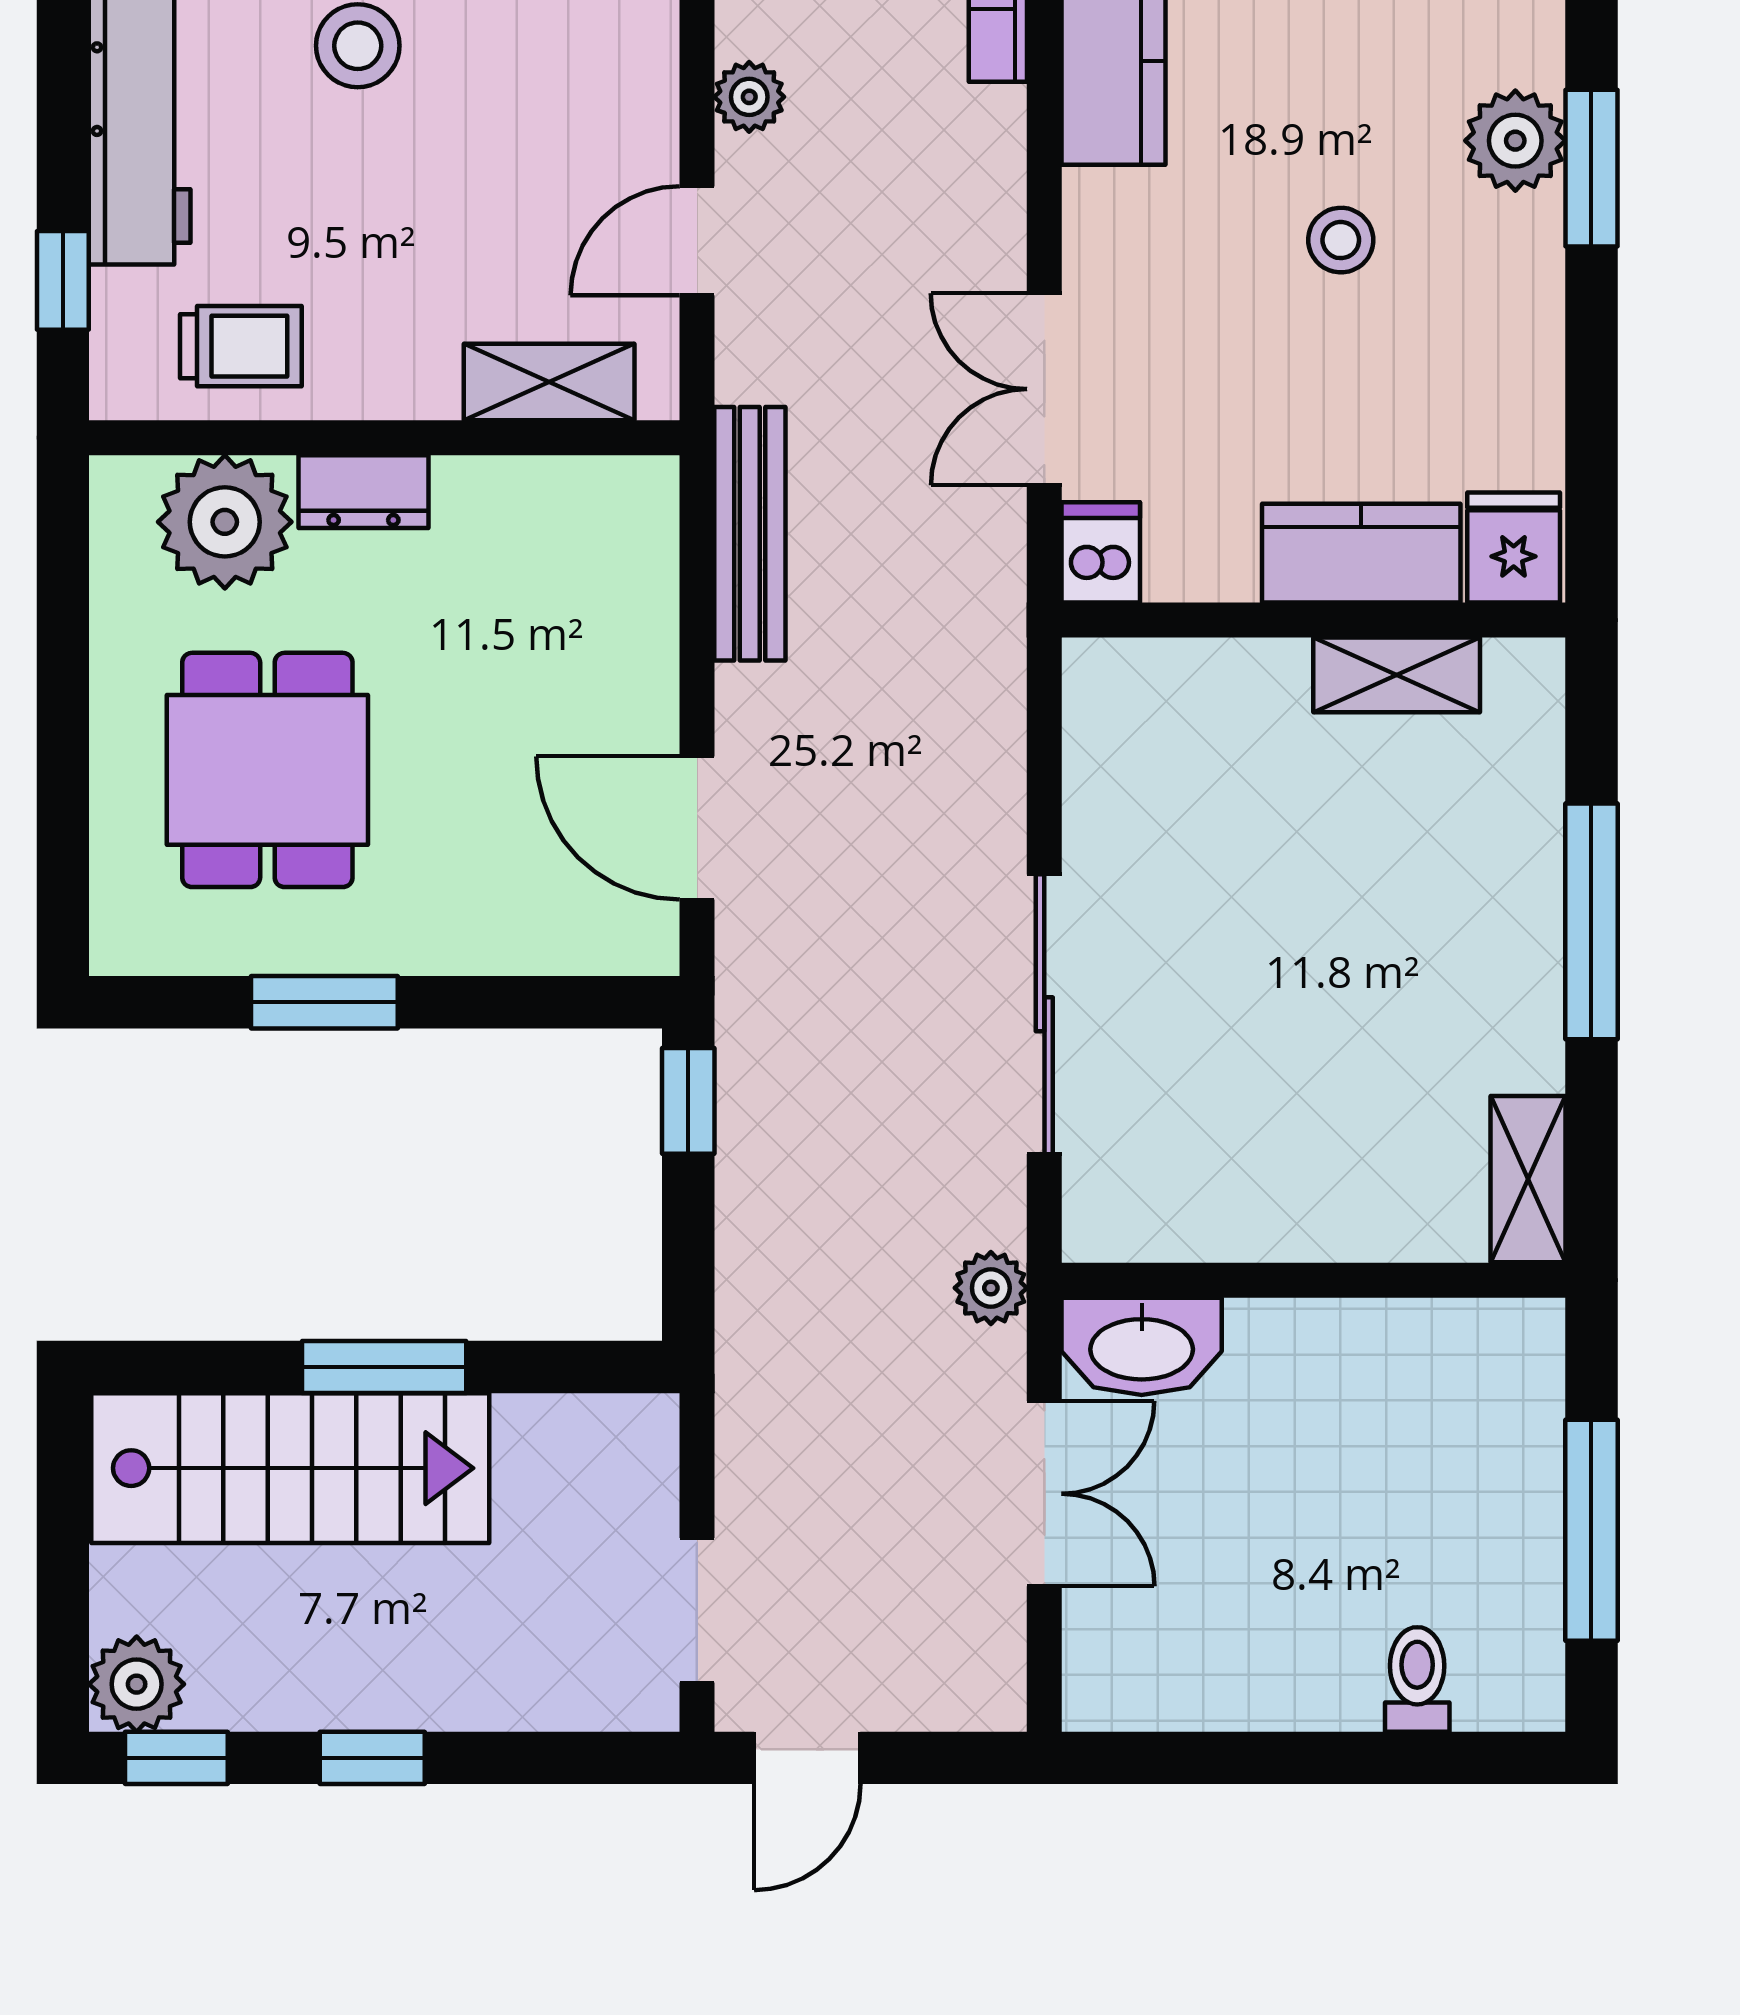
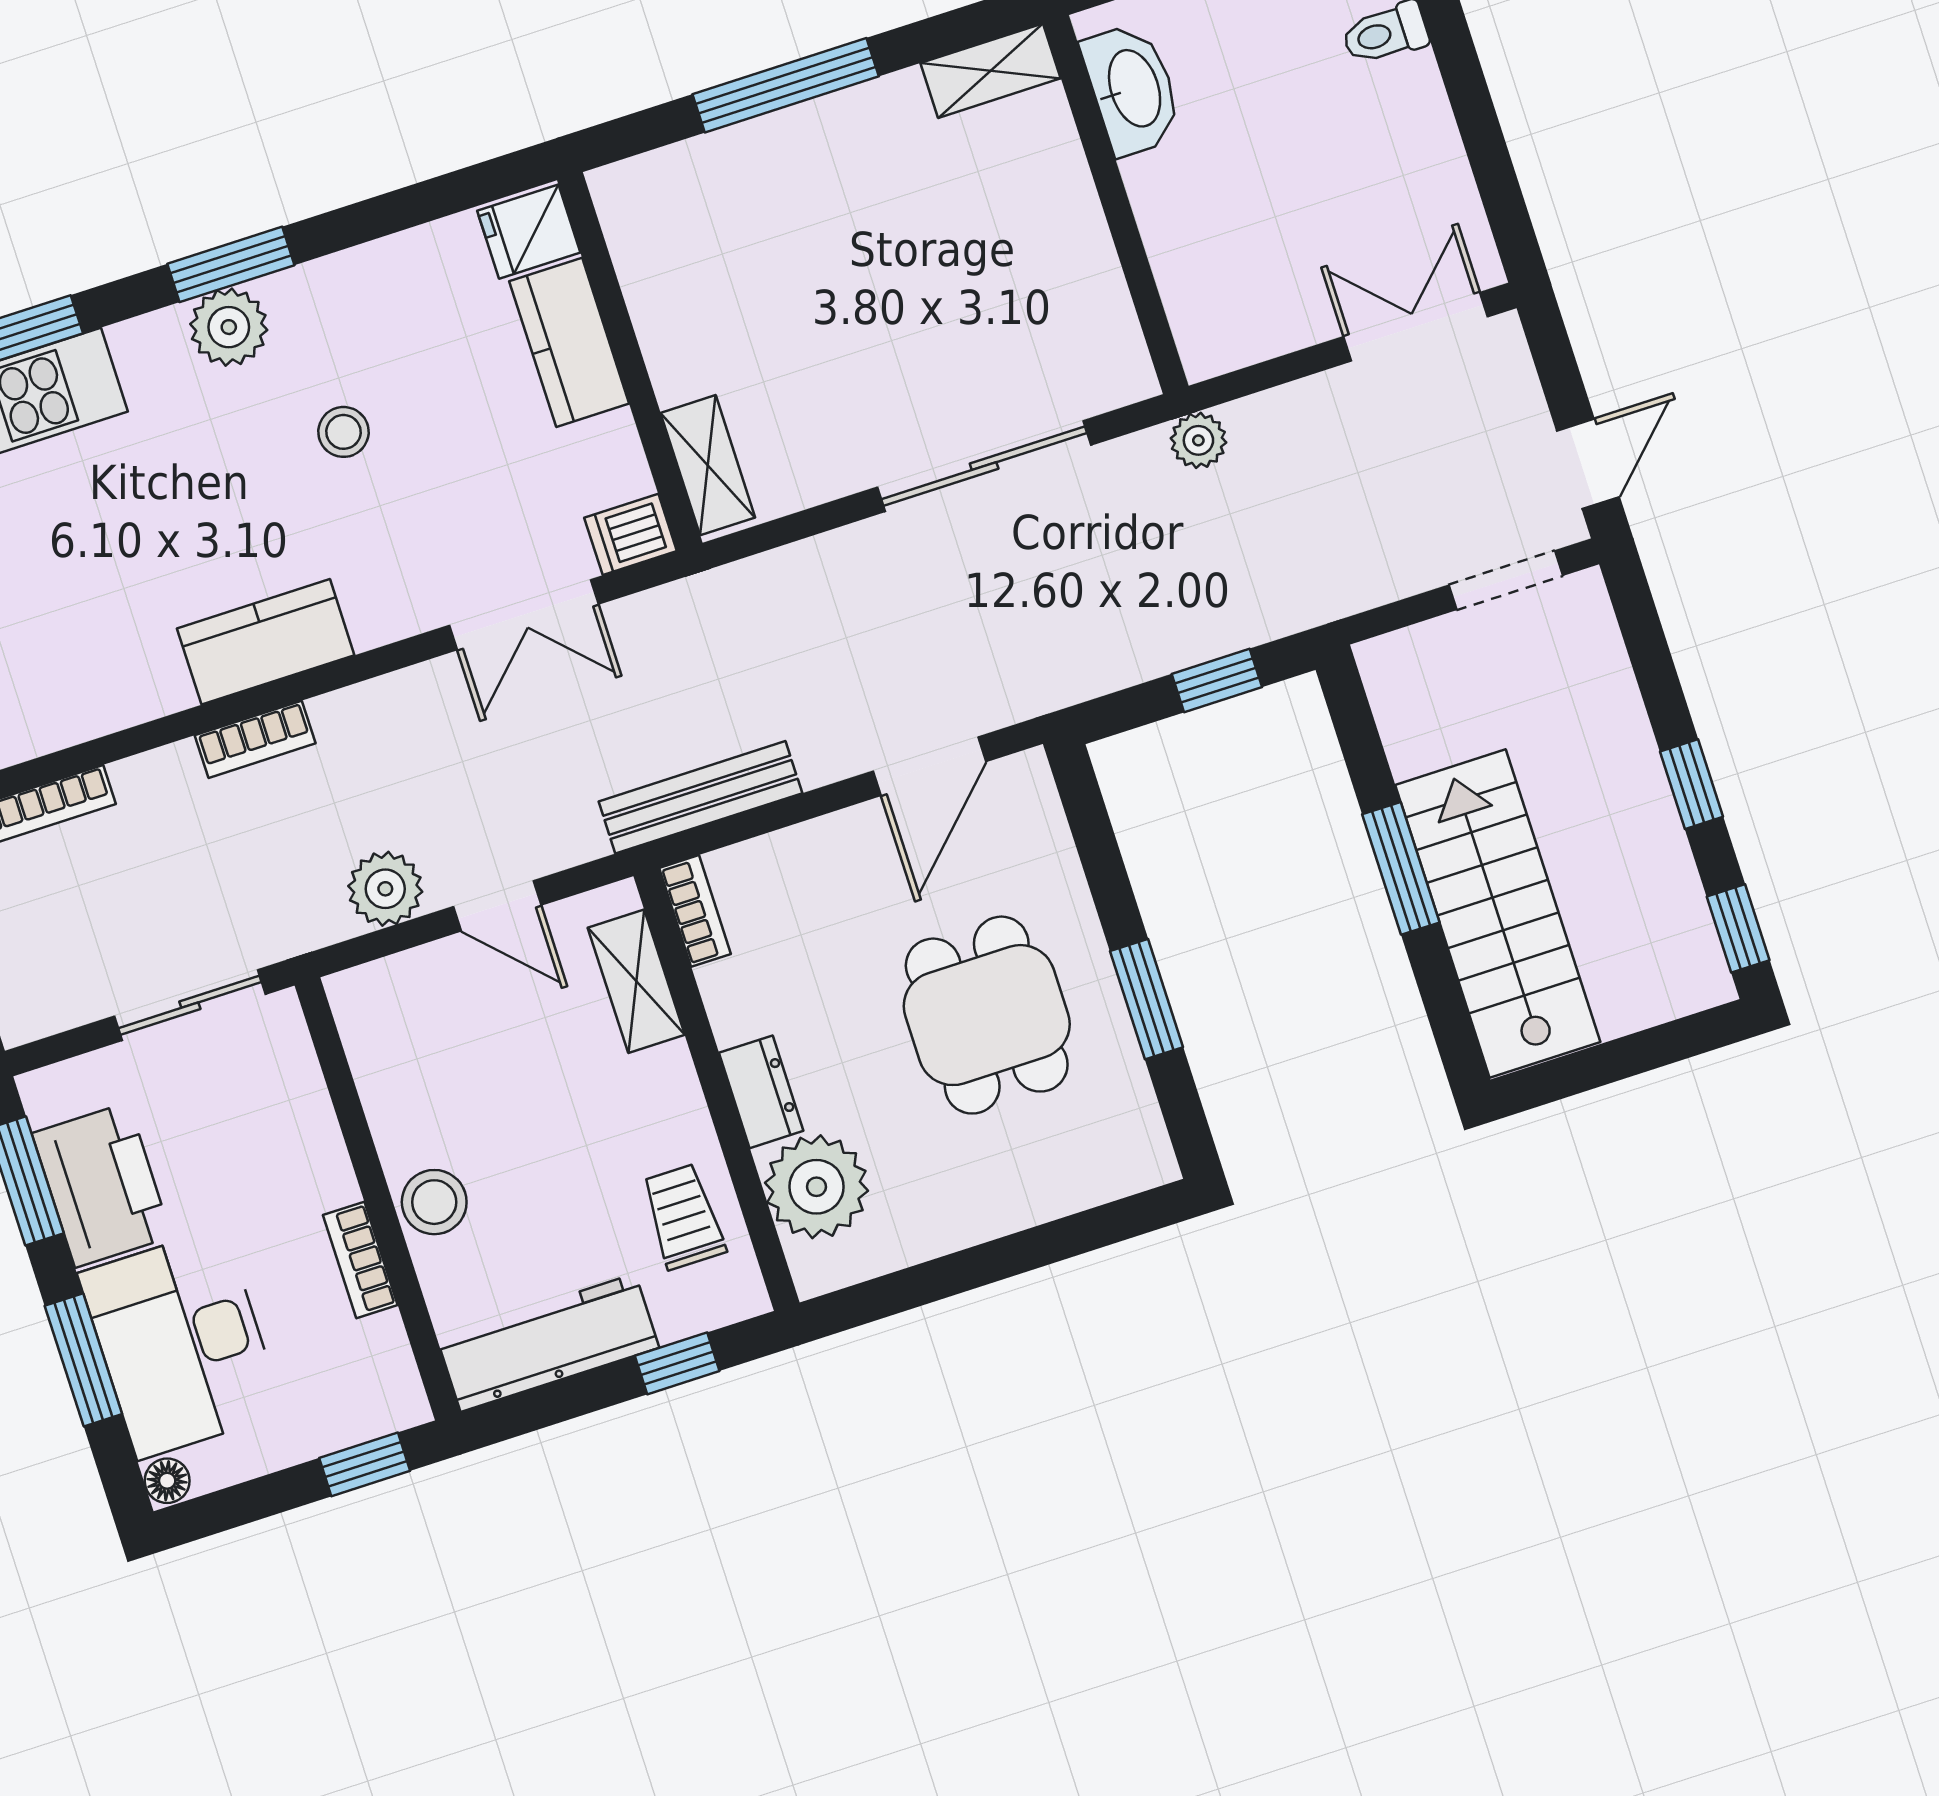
plant: (749, 97) -> (385, 889), width x1.38, depth x1.38
bookcase: (612, 482) -> (695, 911), added
shelving: (1397, 675) -> (708, 465), moved
dining table: (267, 770) -> (987, 1015), moved, turned 90
window: (688, 1101) -> (1217, 681), moved
washbasin: (1142, 1346) -> (1132, 89), moved
double door: (1044, 1494) -> (1416, 327), moved
plant: (137, 1684) -> (1693, 975), removed
door: (807, 1758) -> (1588, 464), hinge flipped

